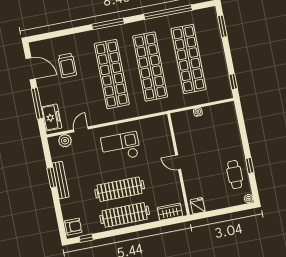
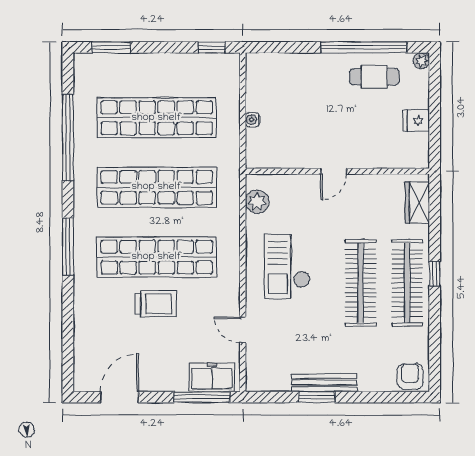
trolley: (67, 65) -> (156, 304), moved
window: (37, 103) -> (202, 397), moved
plant: (65, 141) -> (257, 202), moved
window: (250, 165) -> (364, 47), width x3.17
fridge: (198, 206) -> (416, 121), moved
window: (86, 238) -> (435, 274), moved

